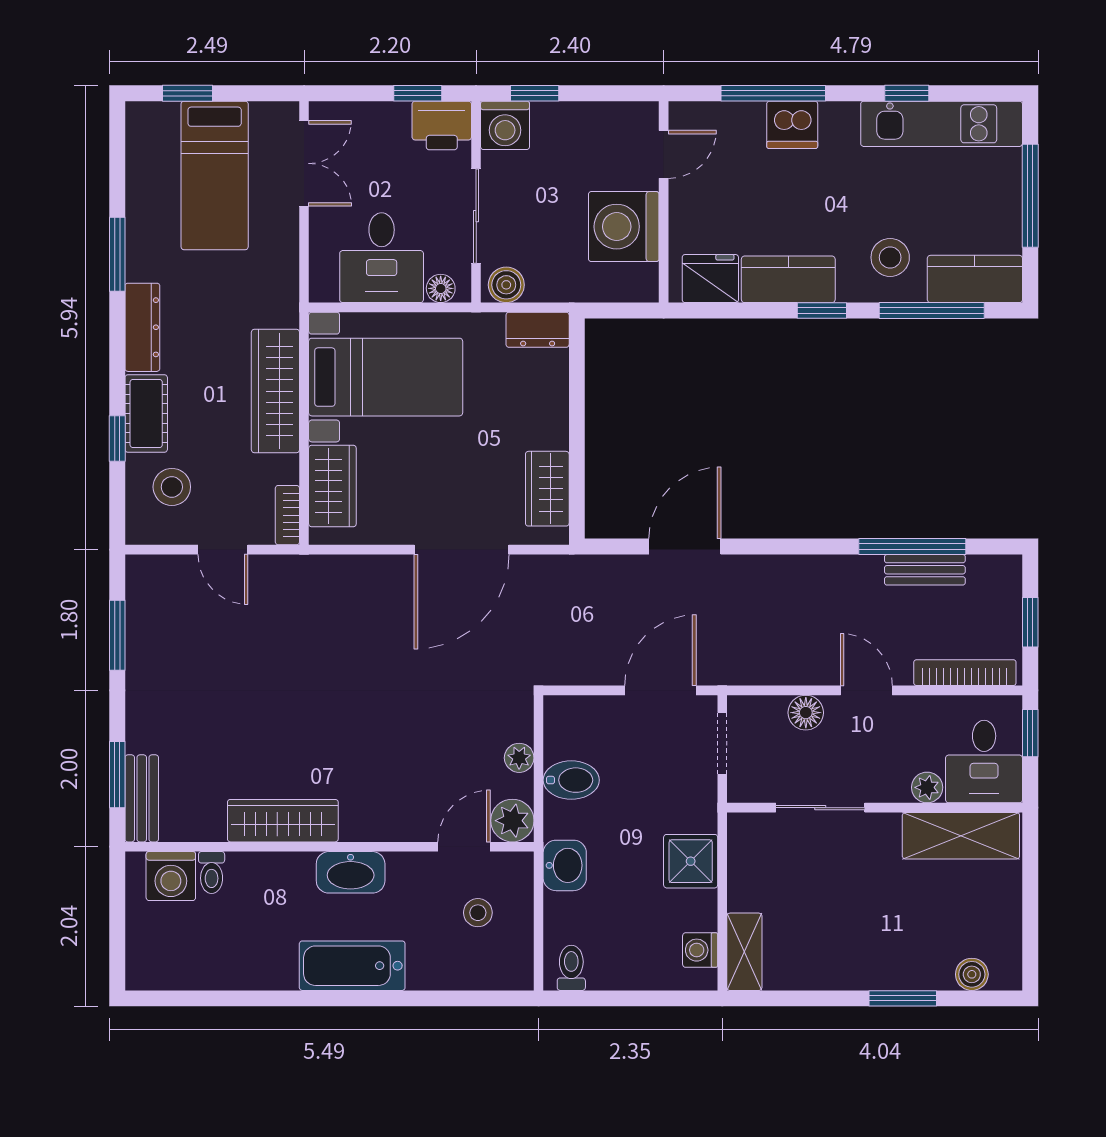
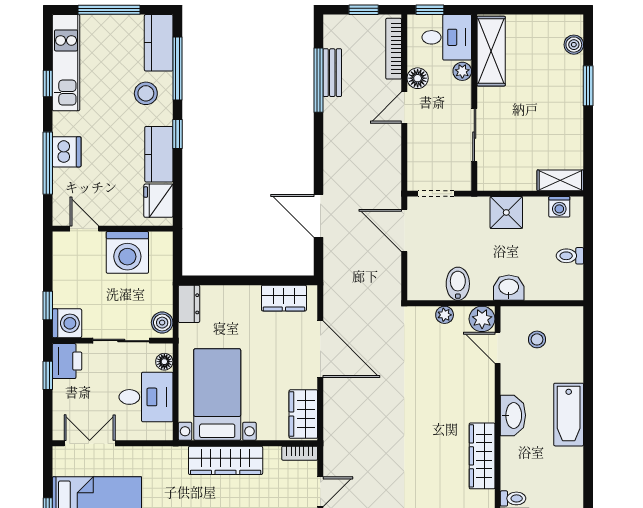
wardrobe: (332, 486) -> (303, 414), moved, turned -90
floor lamp: (806, 713) -> (418, 78), moved
toilet: (571, 968) -> (570, 256), moved

